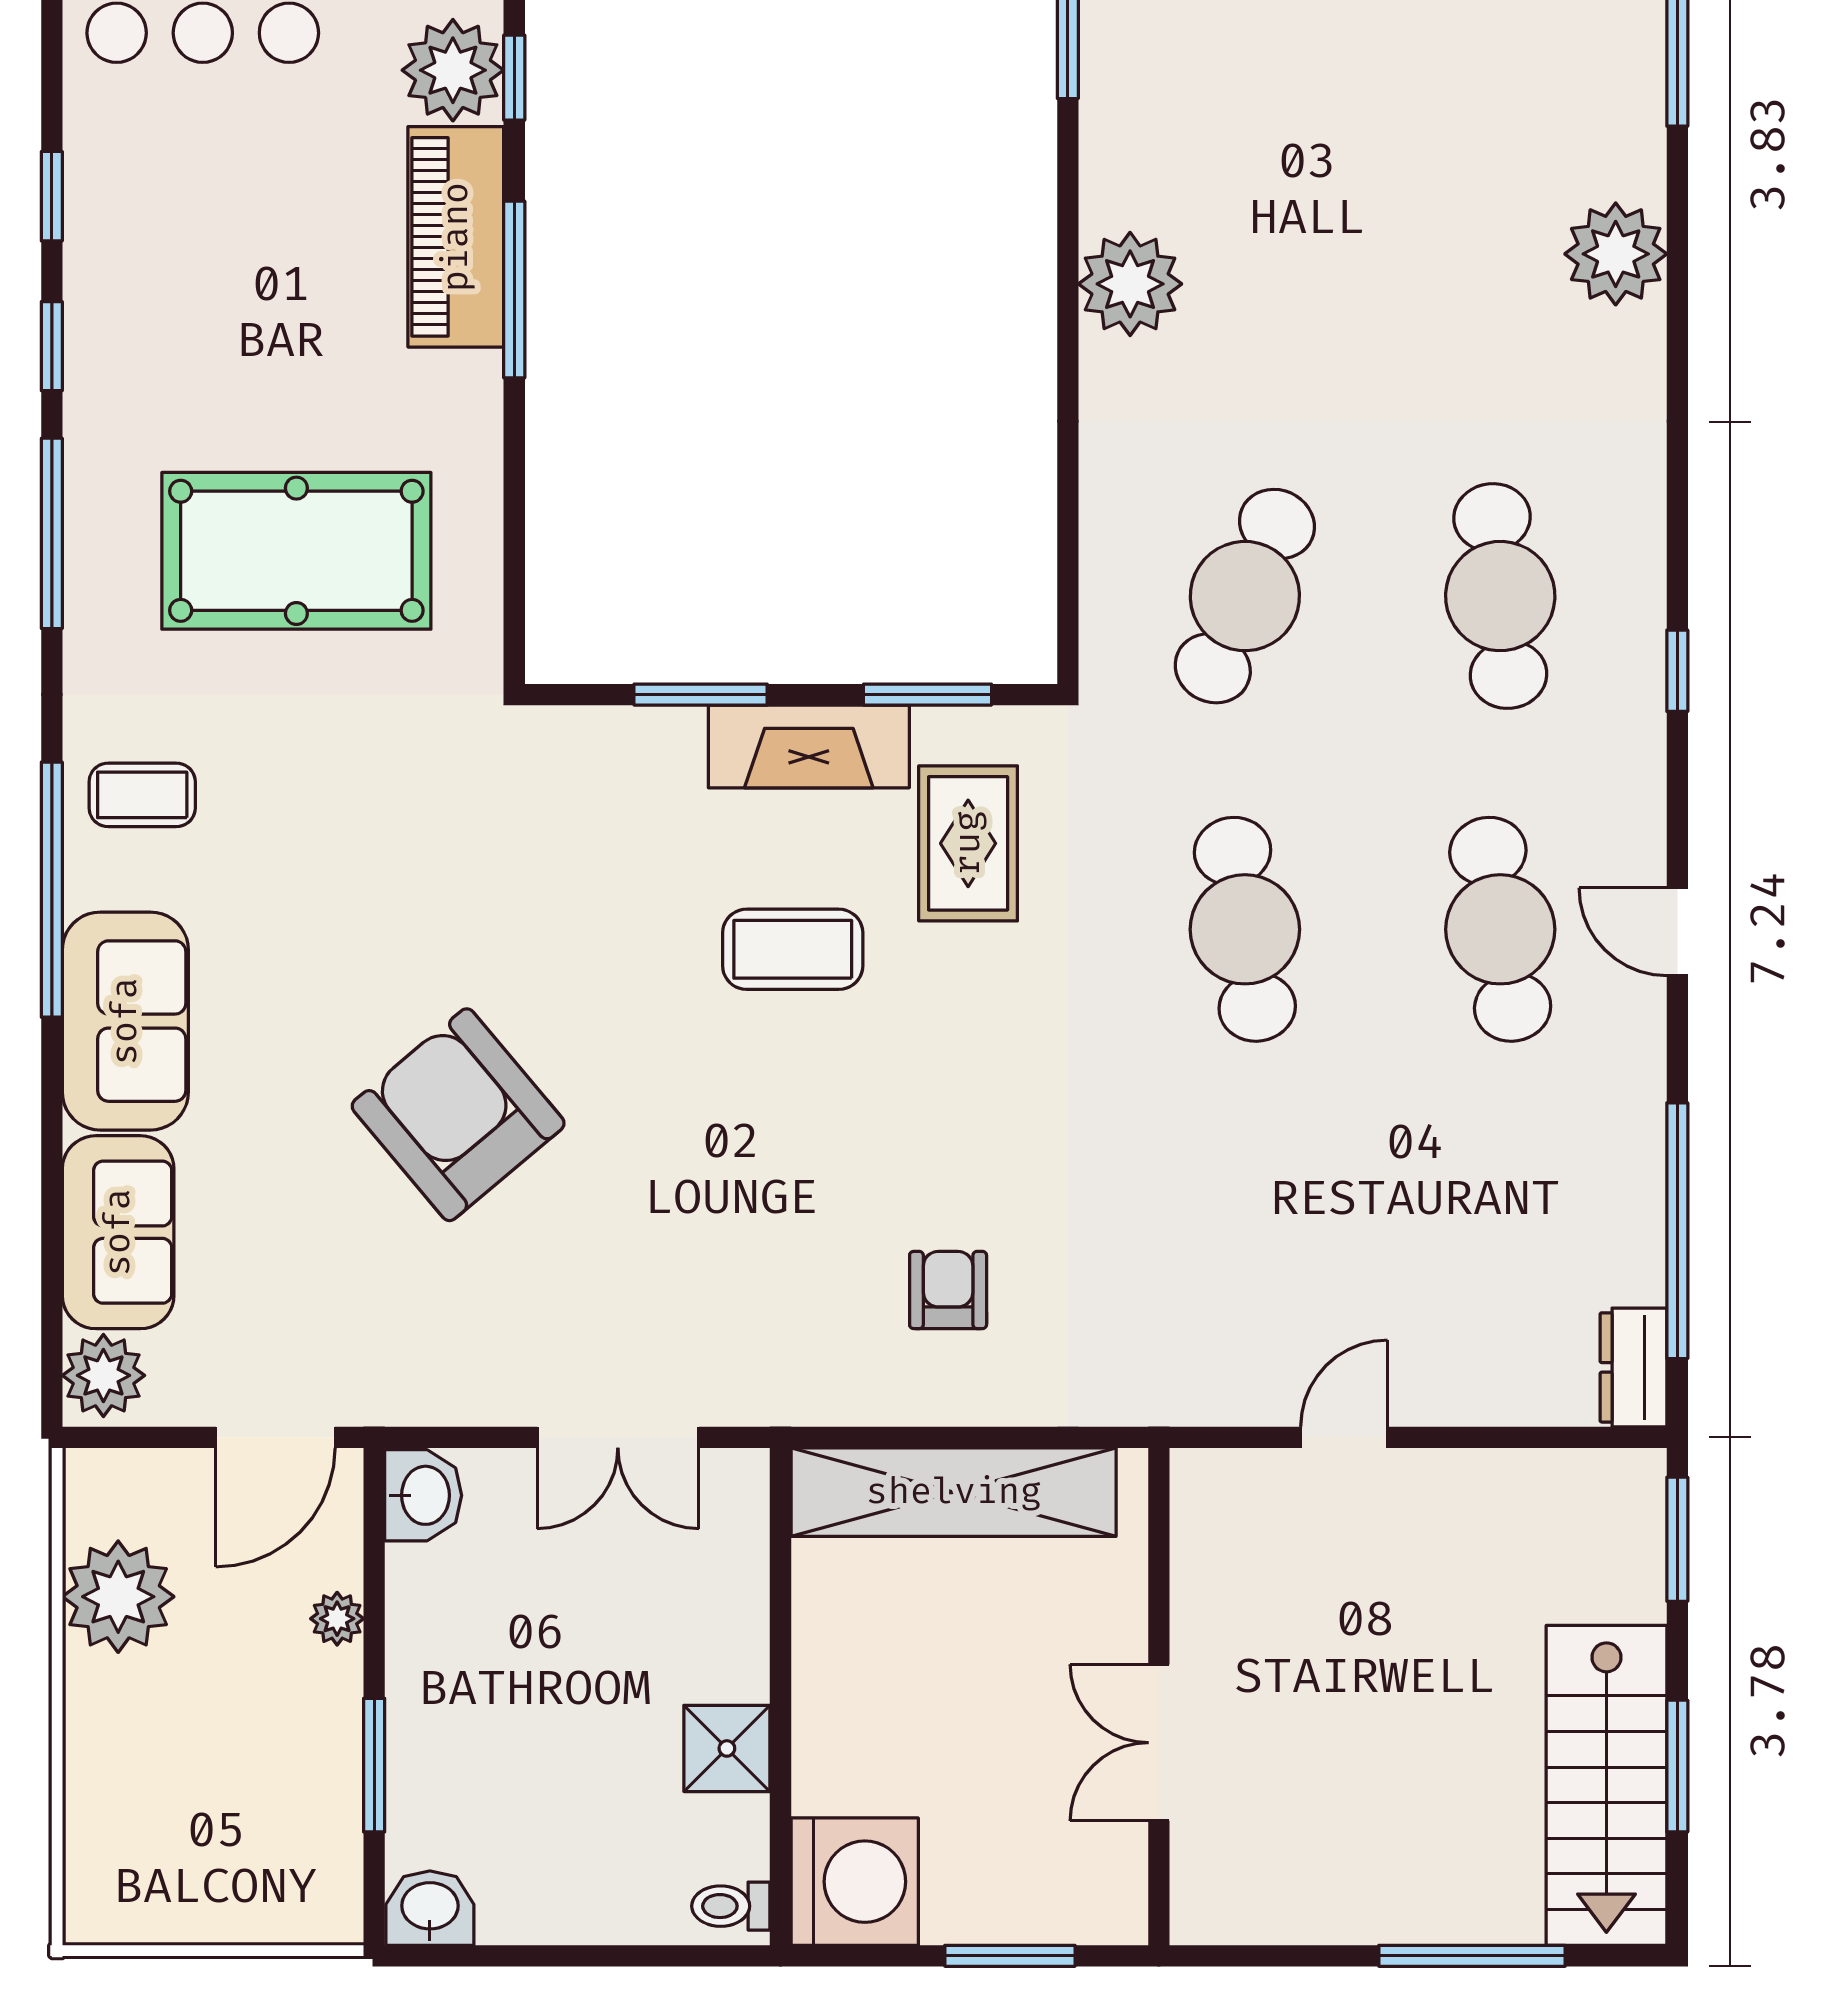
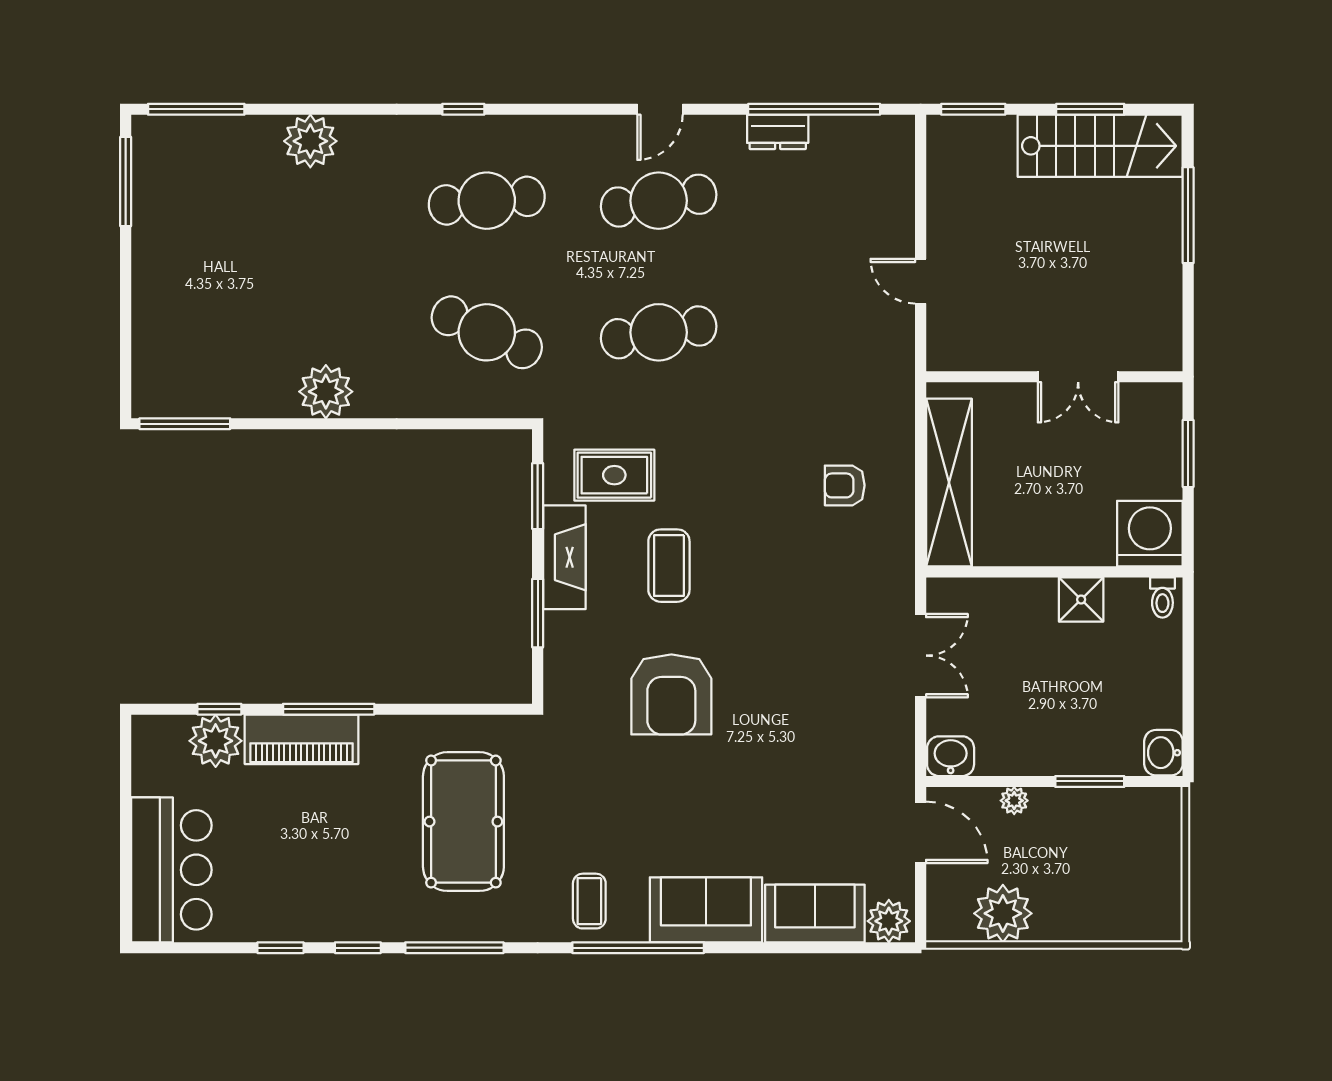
window: (1677, 671) -> (463, 109), moved
armchair: (458, 1115) -> (671, 694), moved, turned -50
dresser: (1633, 1367) -> (778, 132), moved

